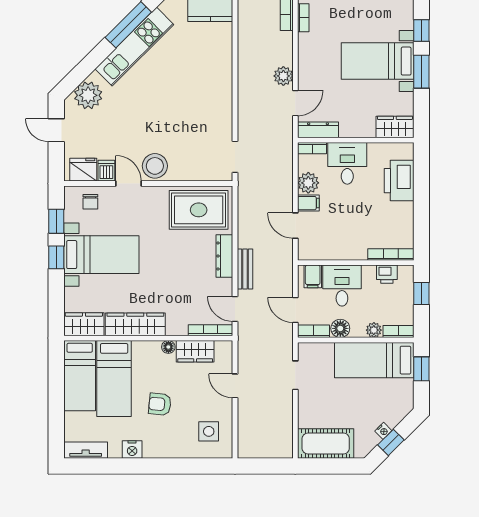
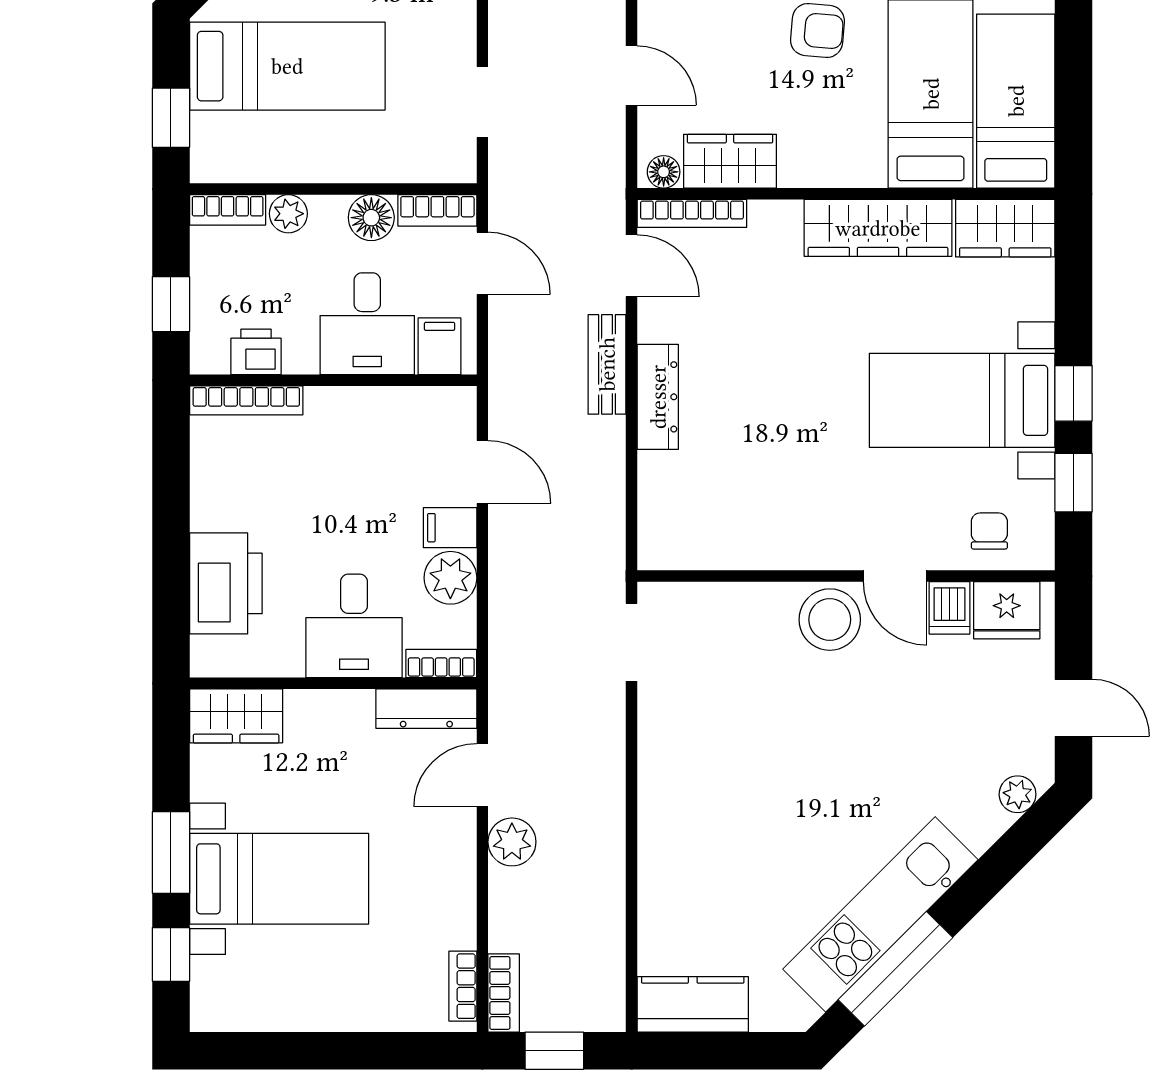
plant: (88, 95) -> (1018, 794), width x0.53, depth x0.53
rug: (199, 210) -> (722, 511), removed
floor lamp: (168, 347) -> (664, 172), moved
bed: (374, 360) -> (287, 66), moved

